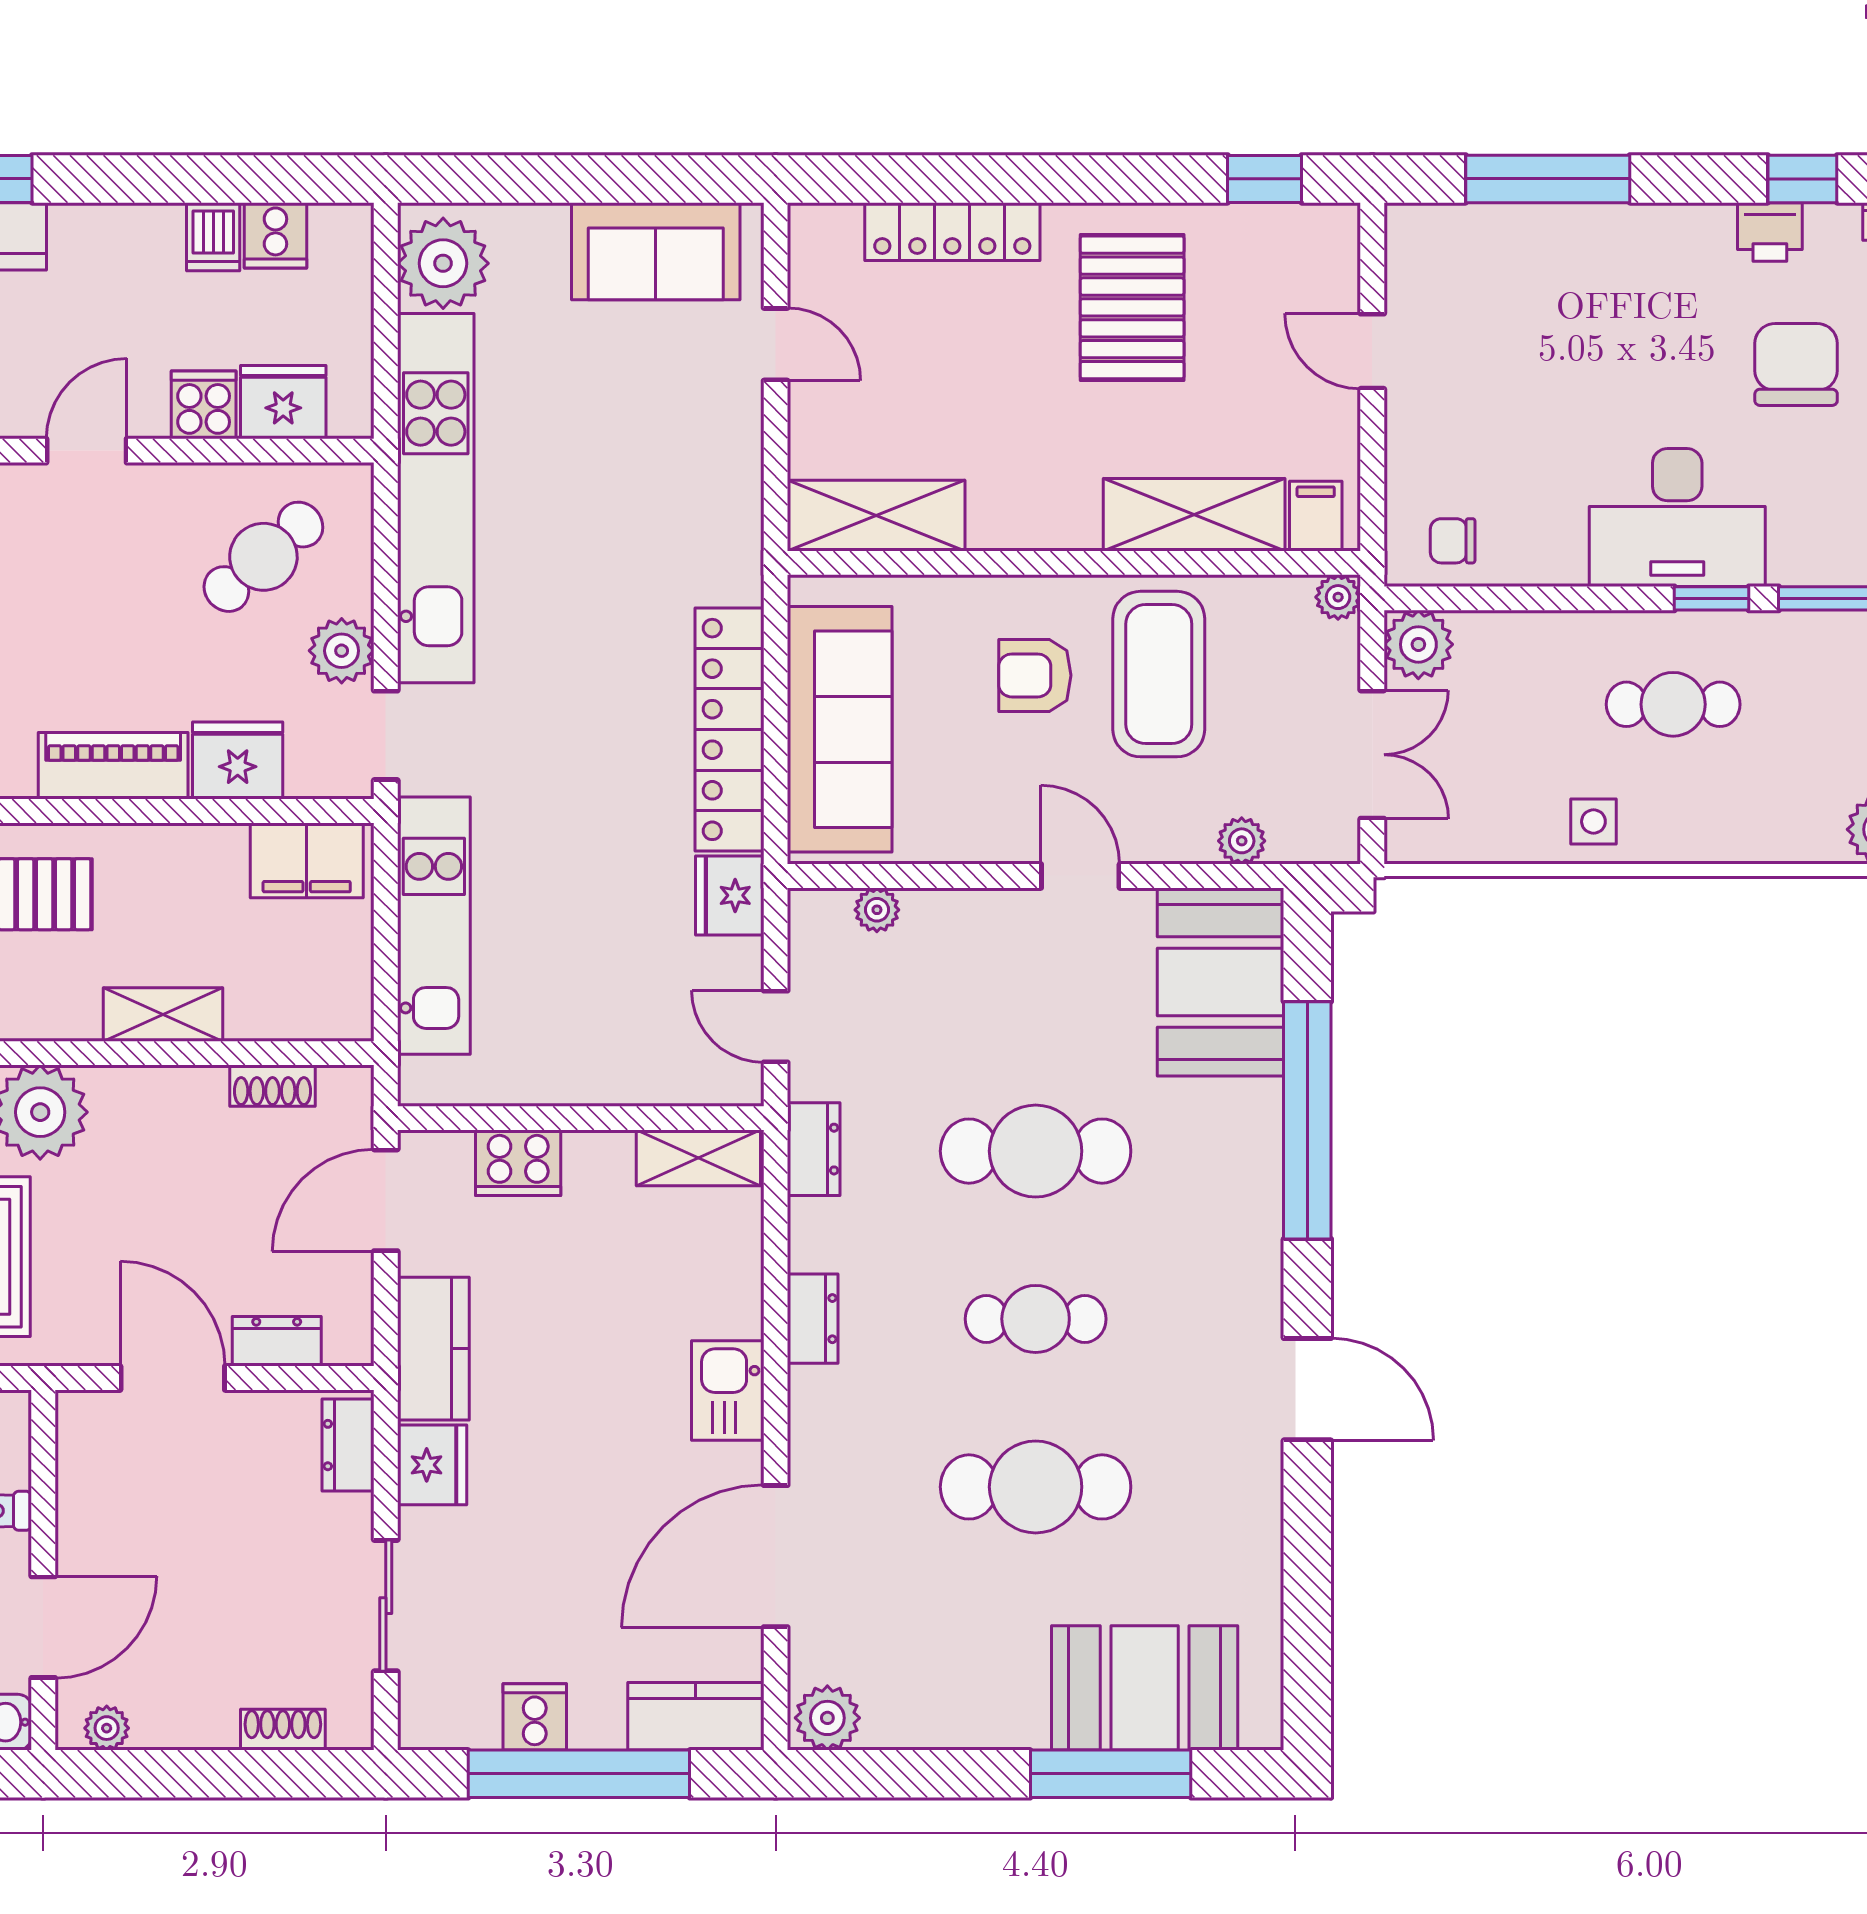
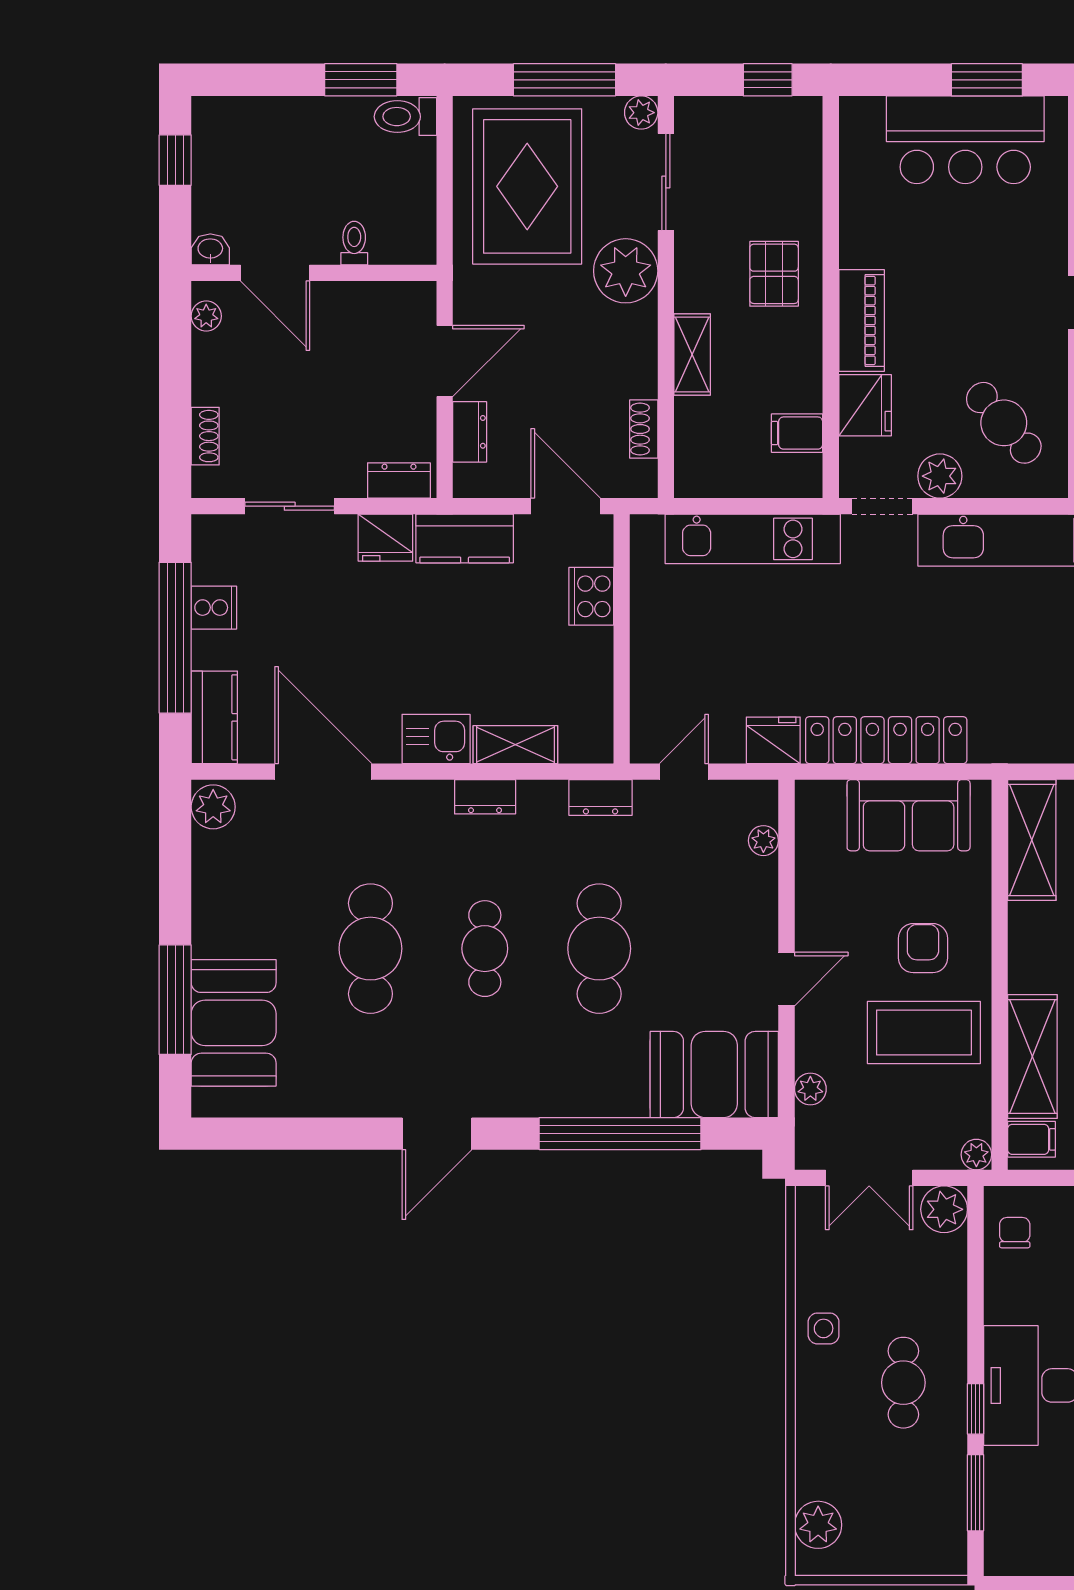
sofa: (840, 729) -> (909, 815), width x0.73
filing cabinet: (307, 860) -> (797, 433), width x0.50
shelving: (698, 1158) -> (515, 745), moved, turned 90

